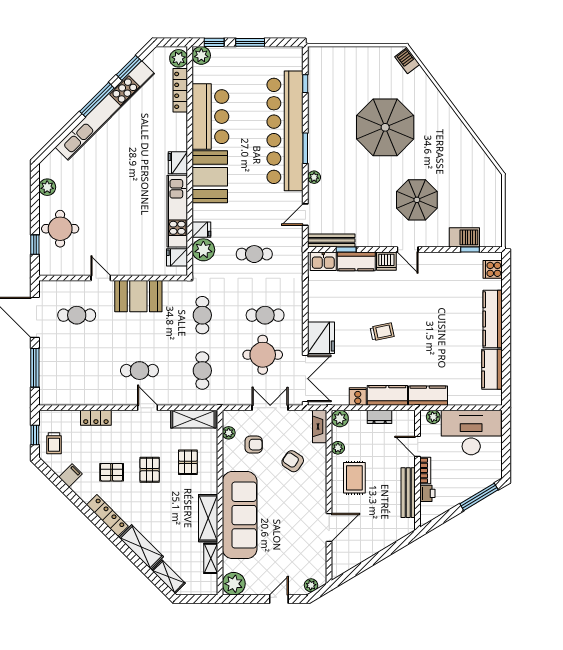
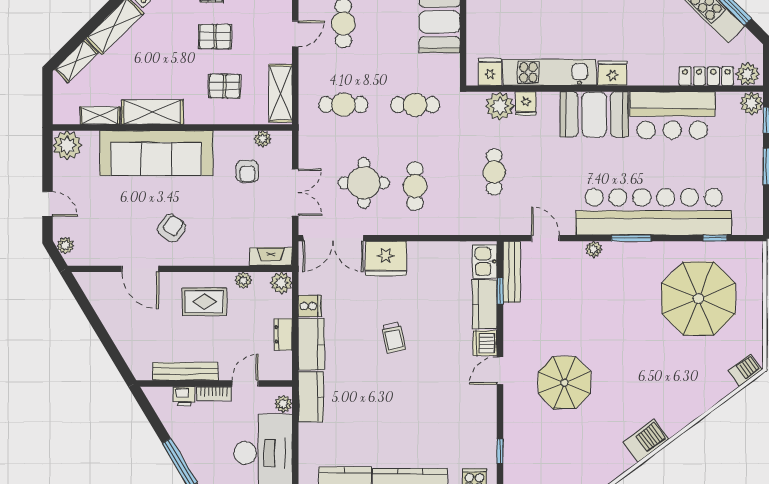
parasol: (385, 127) -> (699, 299), moved
barbecue: (464, 237) -> (646, 441), moved, turned -127
armchair: (293, 461) -> (172, 228), moved

